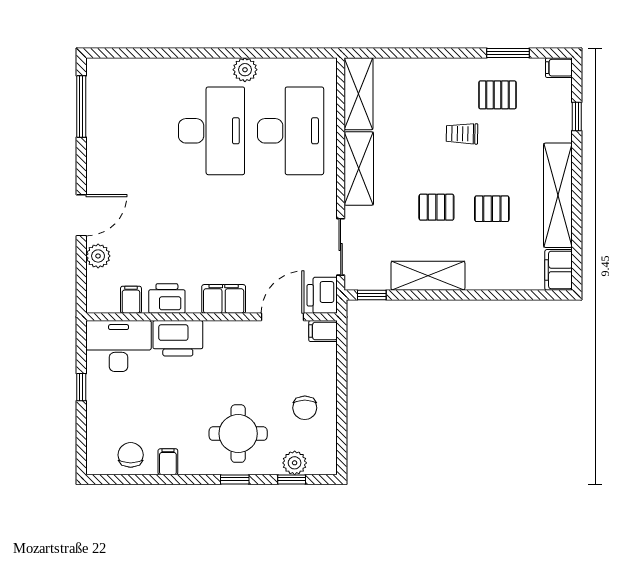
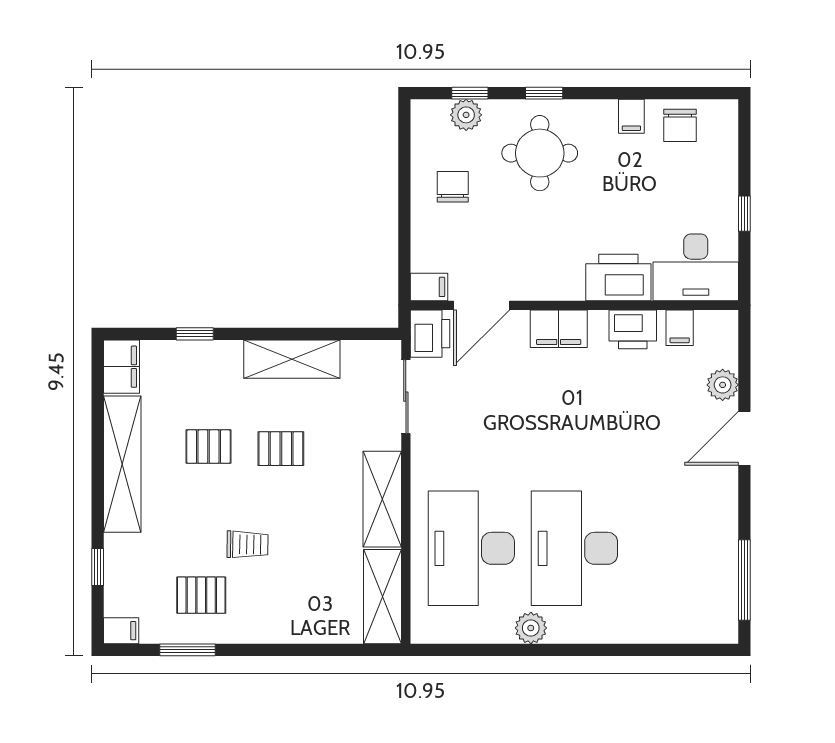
window: (372, 295) -> (195, 334), moved

